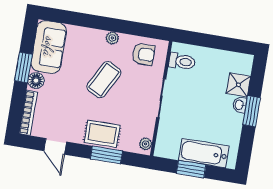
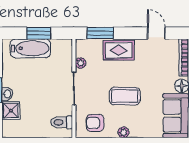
coffee table: (104, 80) -> (125, 96), turned 62
plant: (146, 144) -> (81, 63), moved
window: (106, 155) -> (100, 33), moved

